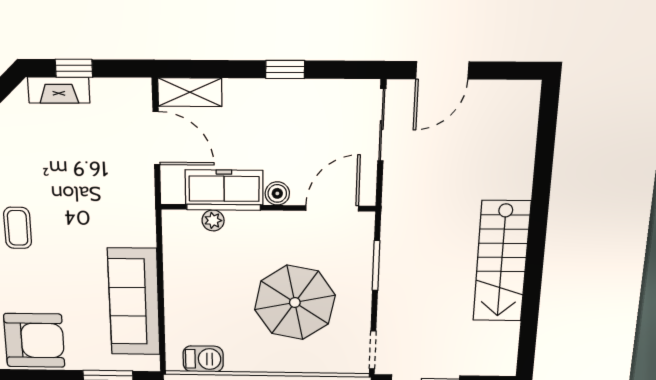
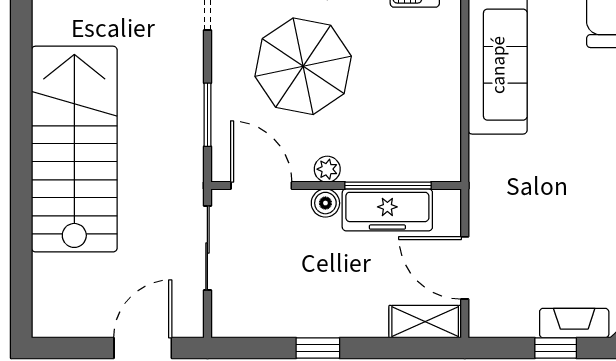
sliding door: (382, 125) -> (207, 248), moved
door: (332, 208) -> (261, 186), swing flipped
plant: (213, 220) -> (327, 169), moved
stairs: (502, 261) -> (74, 149), width x1.36, depth x1.51

